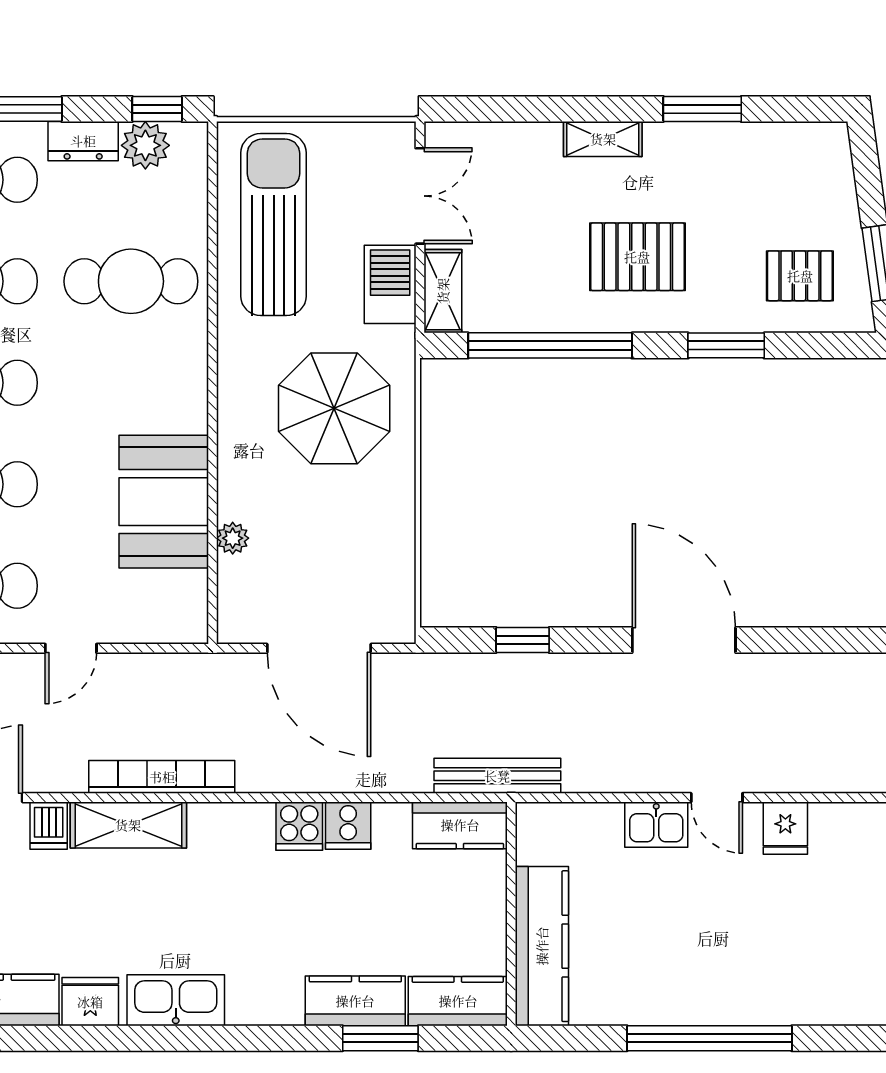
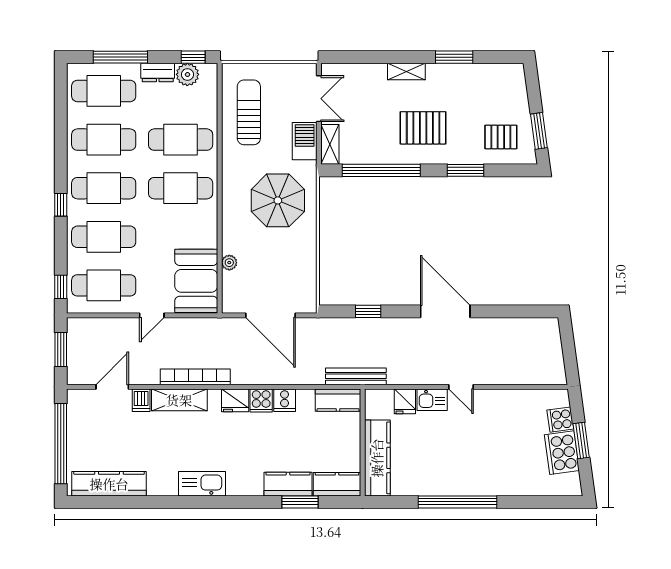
sun lounger: (274, 225) -> (249, 112), width x0.73, depth x0.75
cafe table: (131, 383) -> (181, 188), added
booth: (164, 502) -> (196, 281), moved
fridge: (785, 828) -> (405, 401), moved
fridge: (90, 1002) -> (235, 400), moved, turned 180

